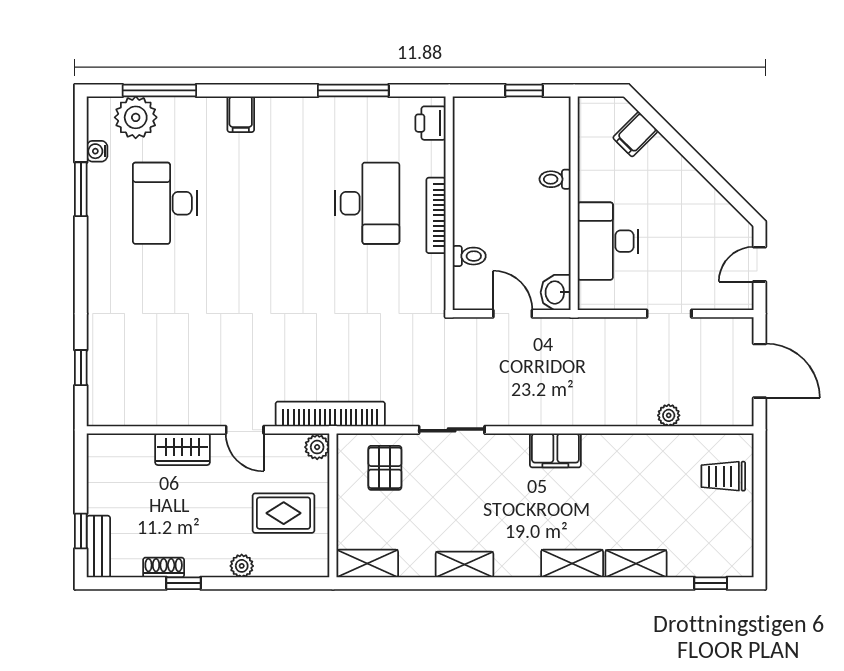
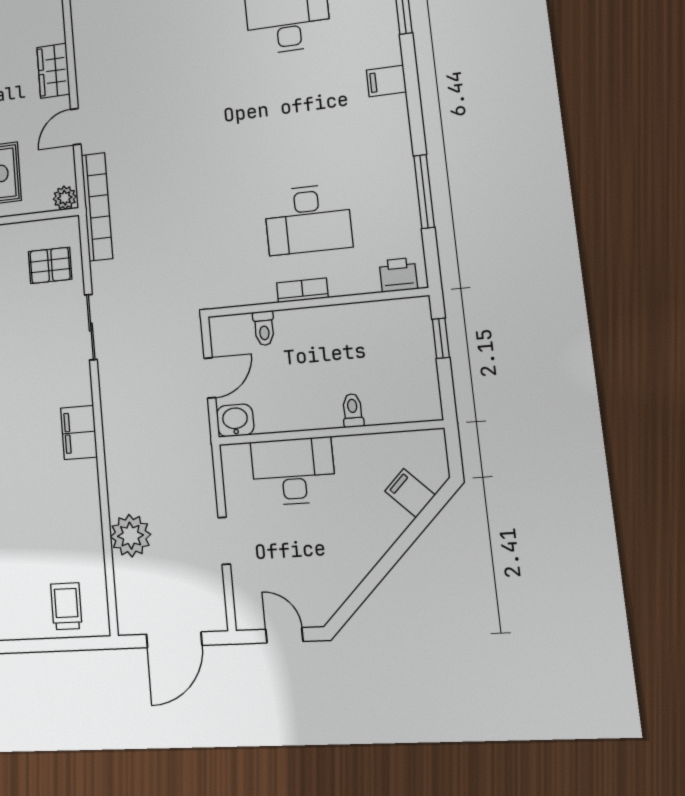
window: (524, 90) -> (441, 338), moved
bookcase: (436, 215) -> (302, 290), width x0.64
plant: (669, 415) -> (131, 536), width x1.88, depth x1.88

